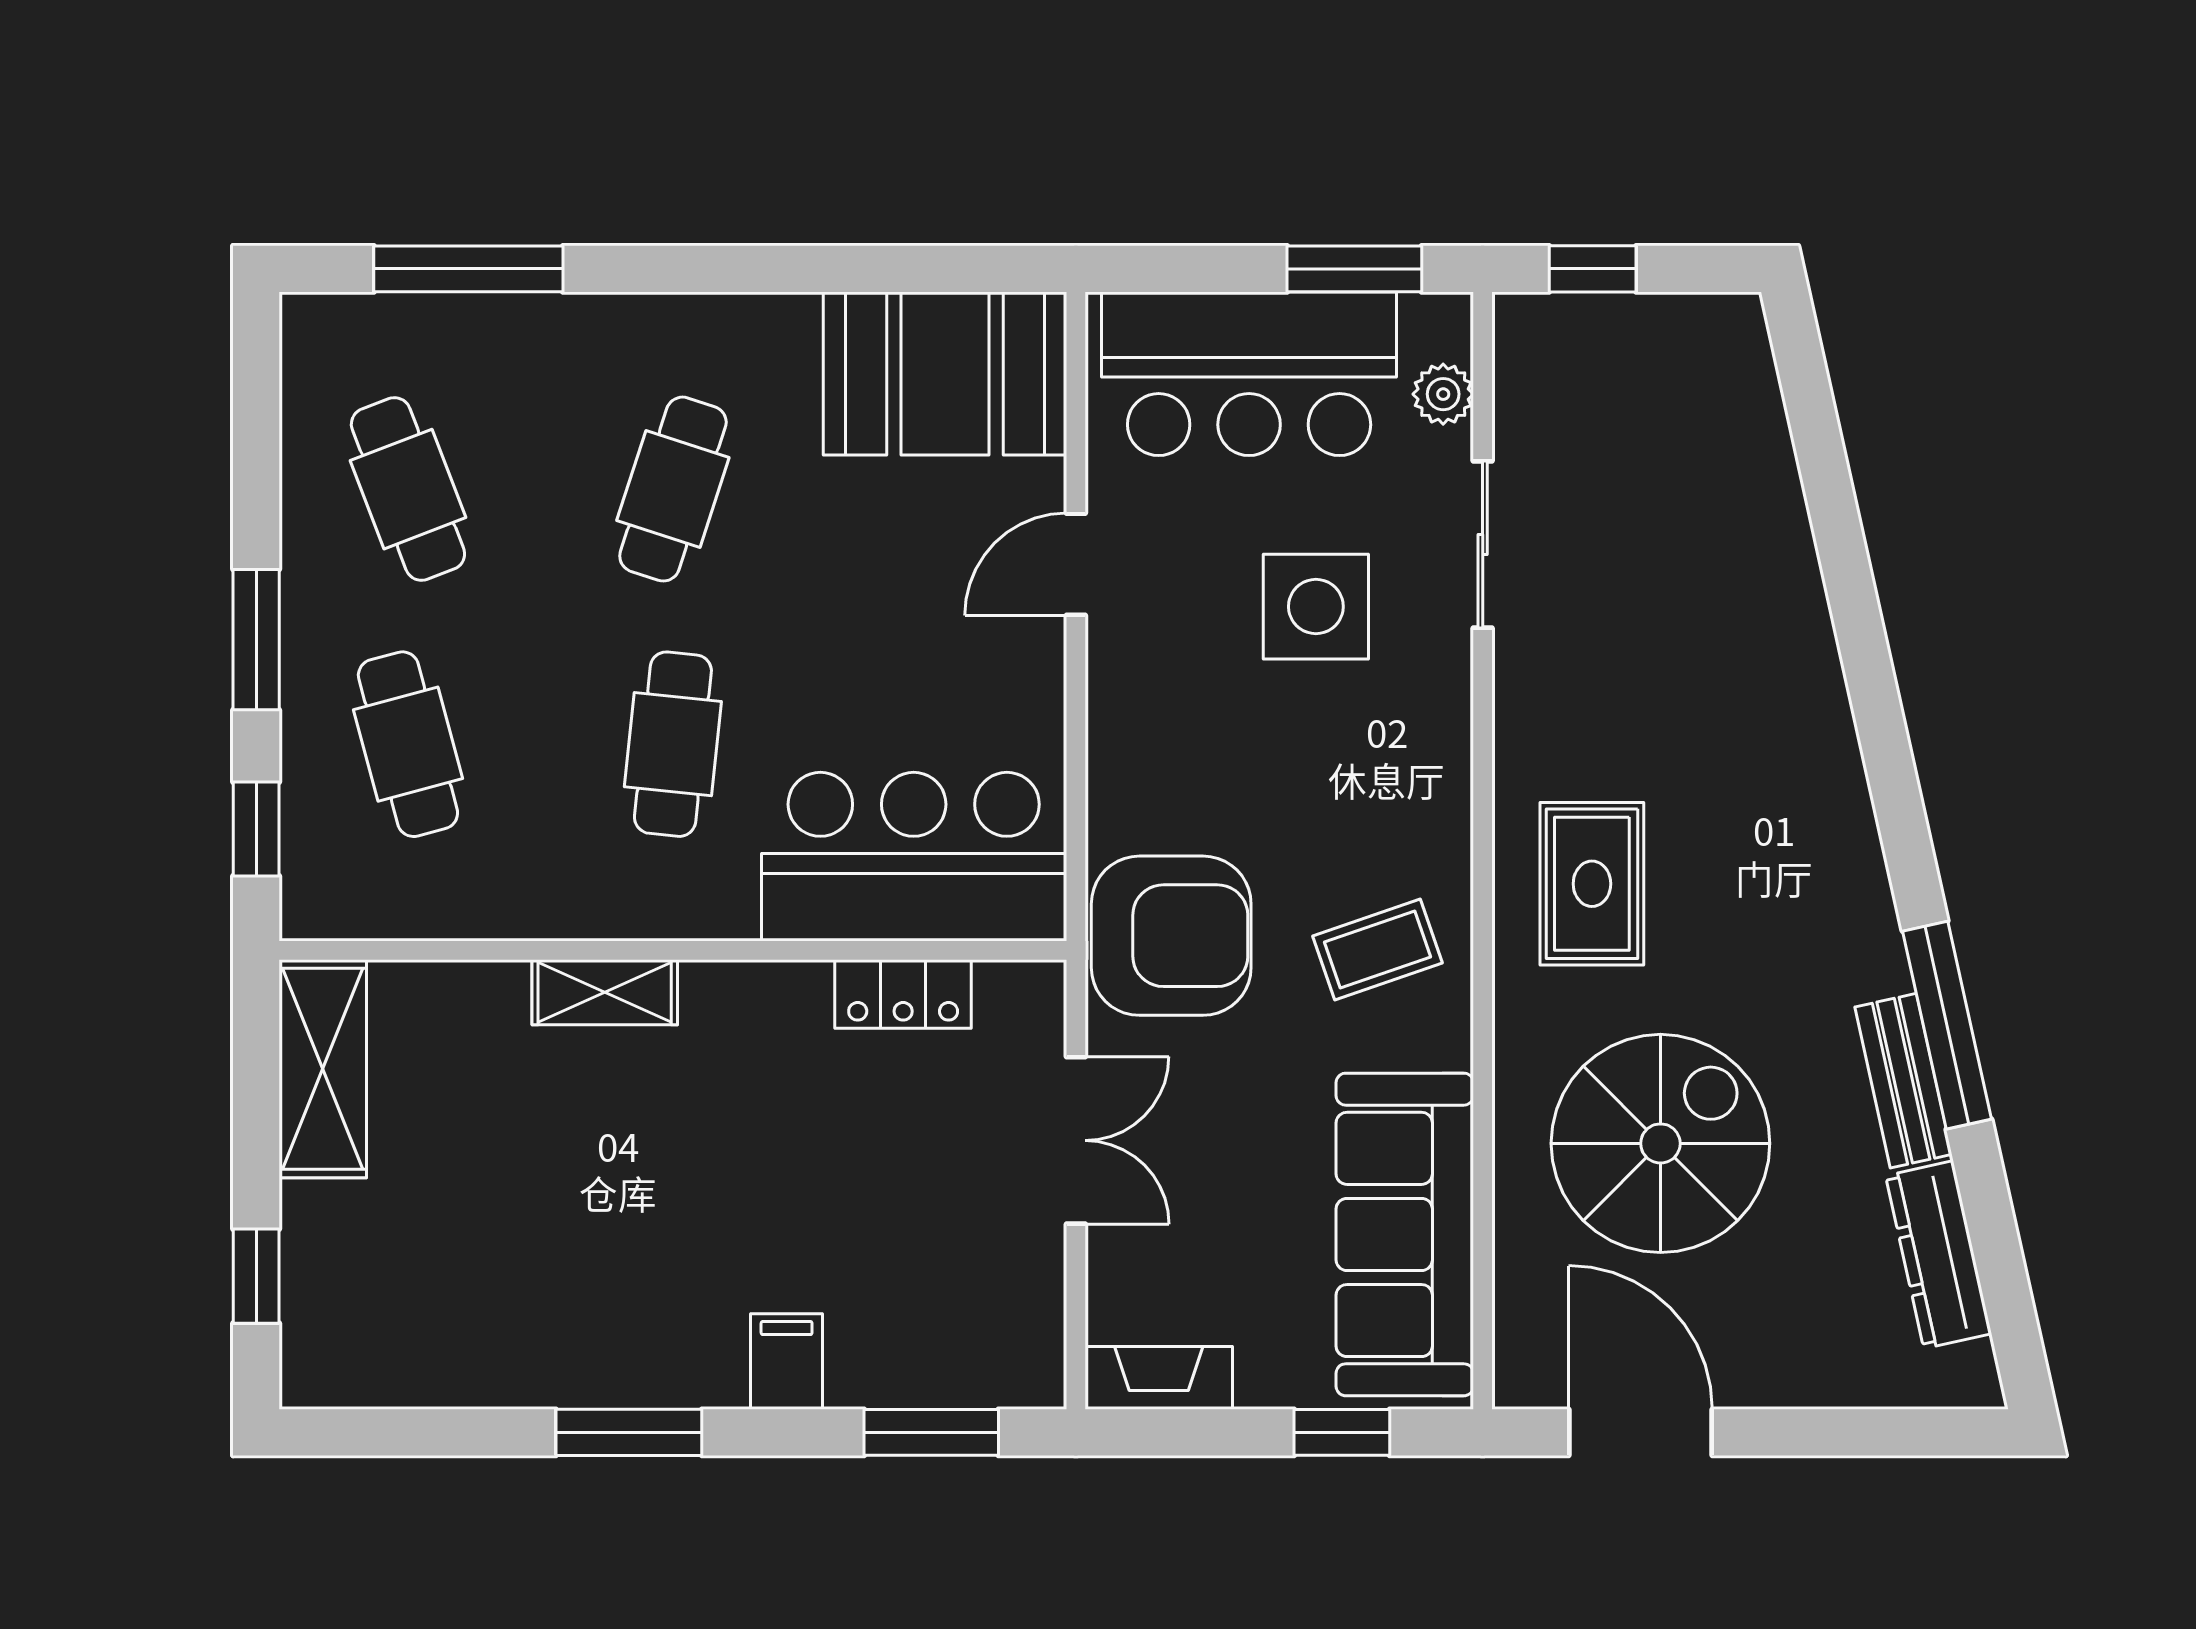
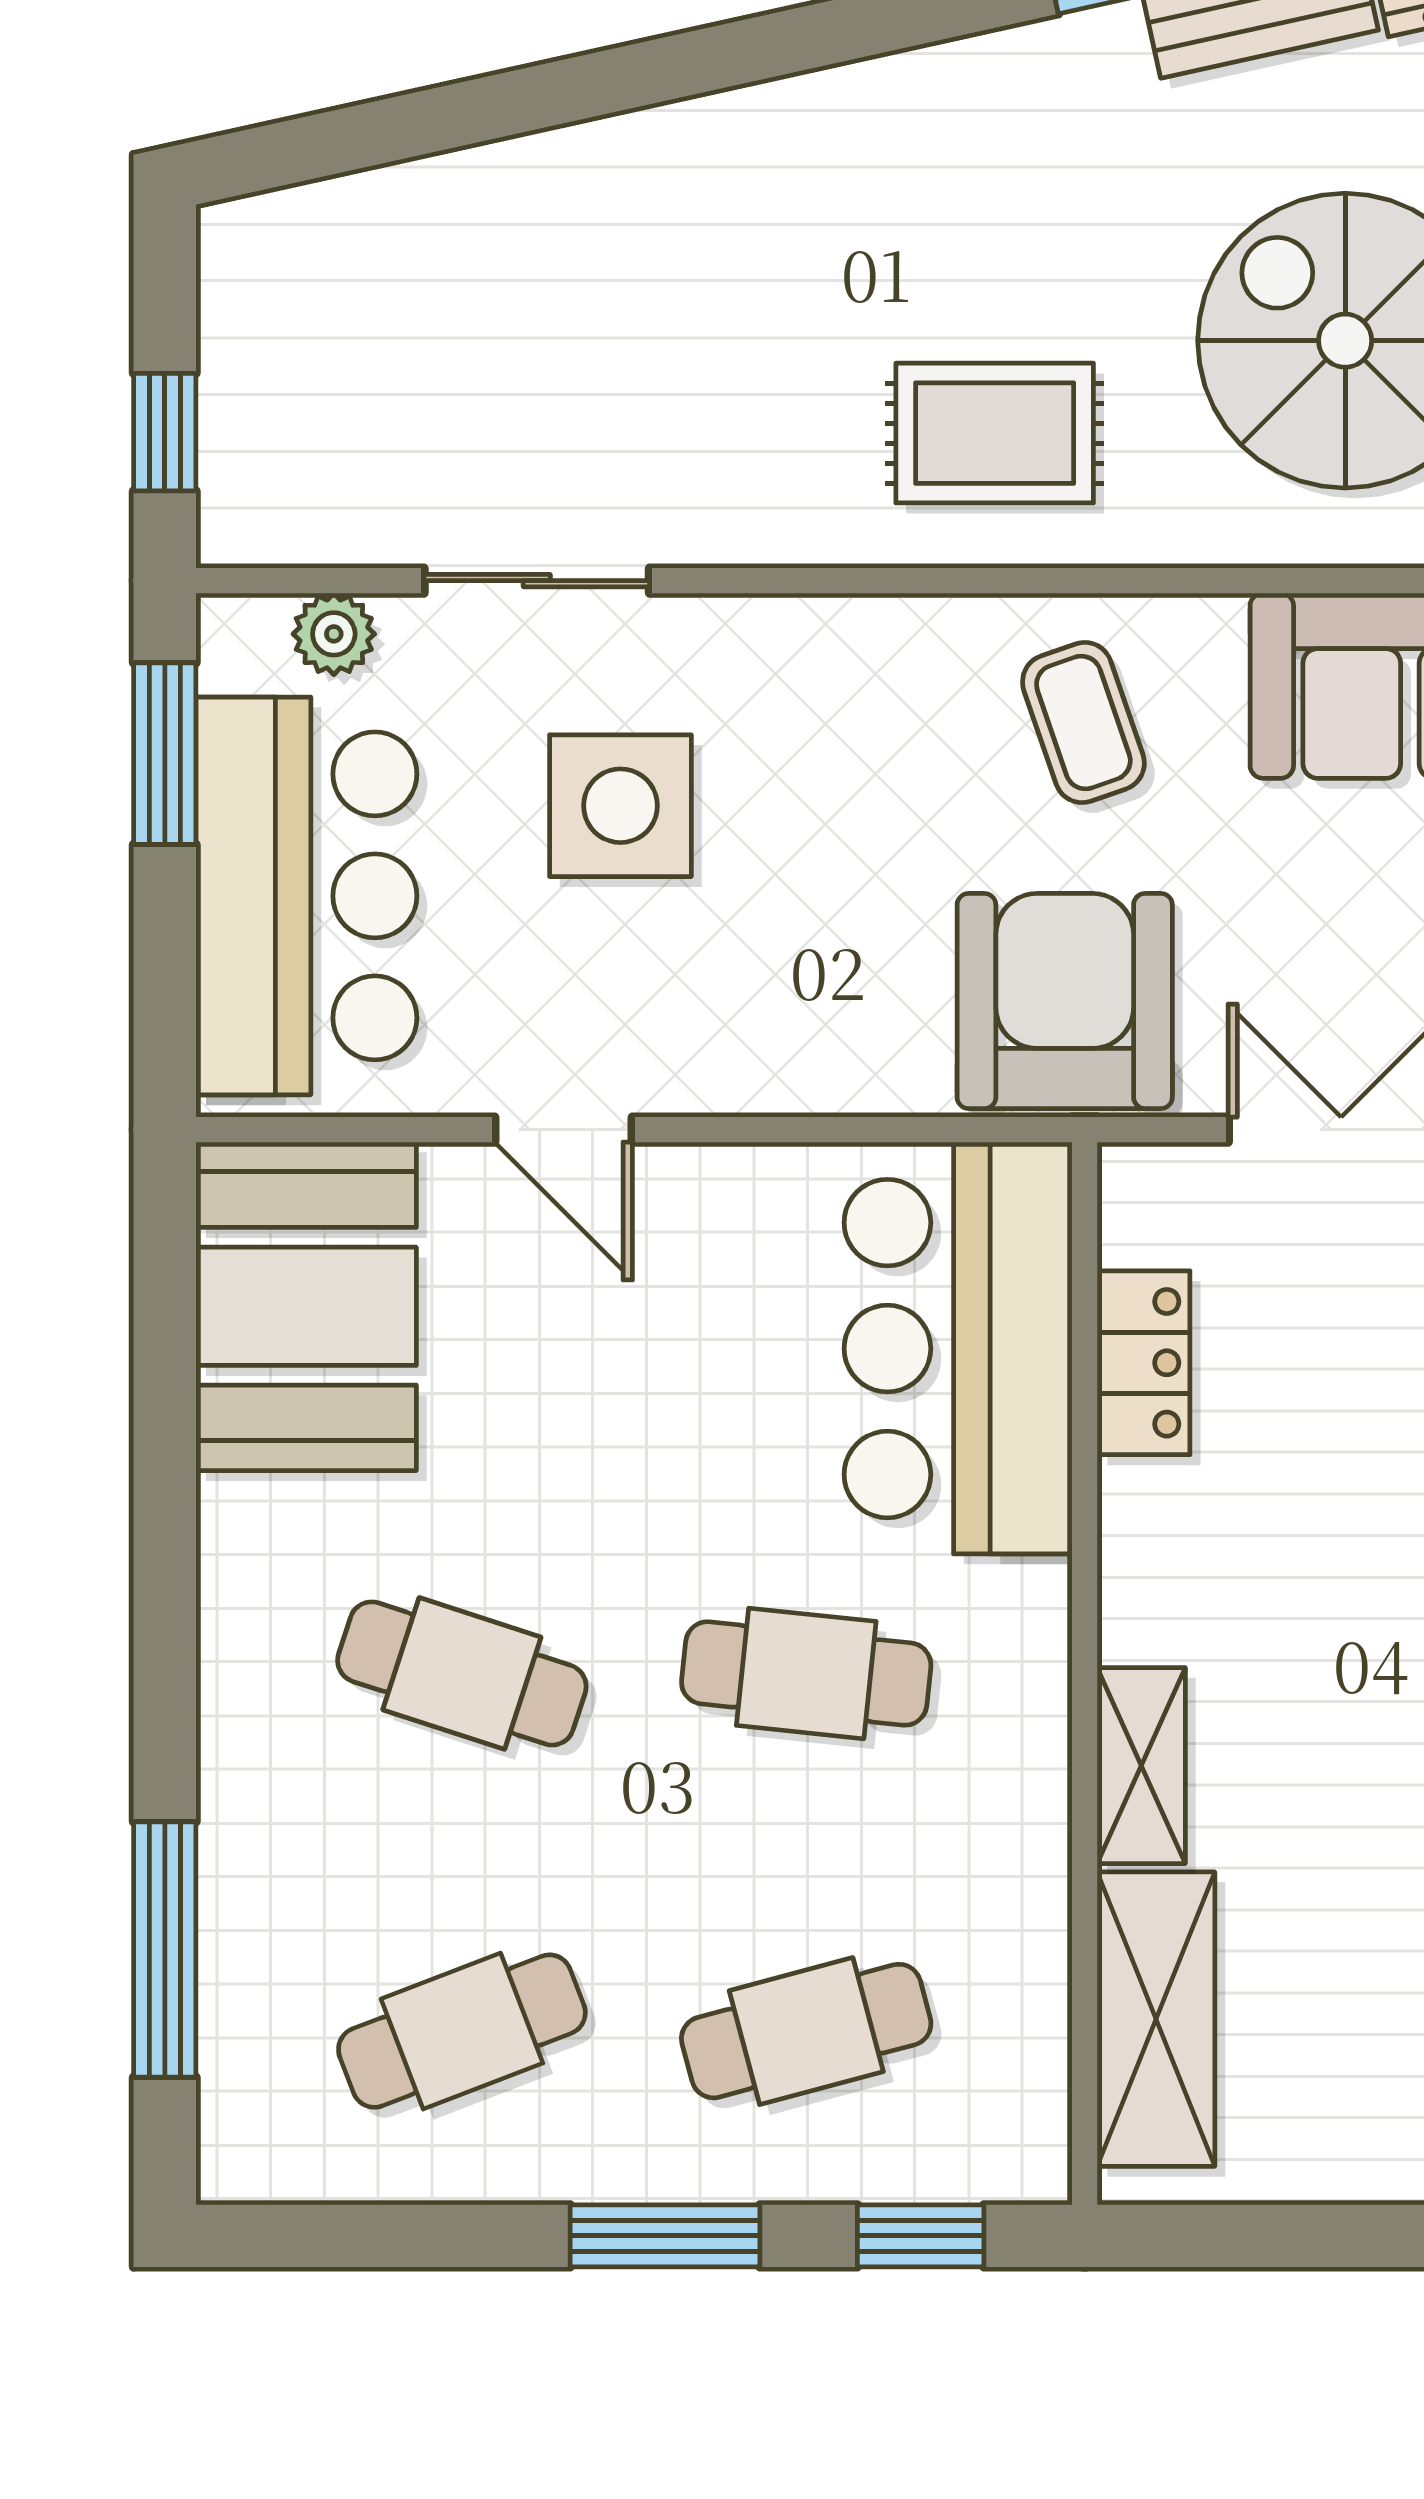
shelving: (323, 1069) -> (1156, 2019), moved, turned 90

